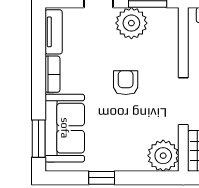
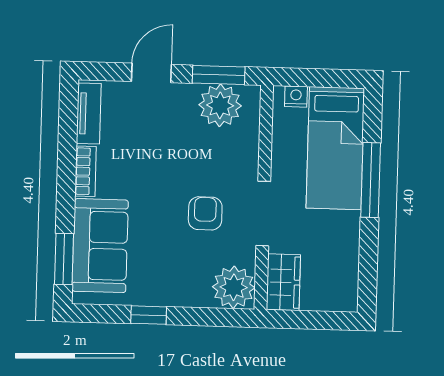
plant: (131, 23) -> (220, 105), moved
armchair: (126, 83) -> (205, 213), moved

